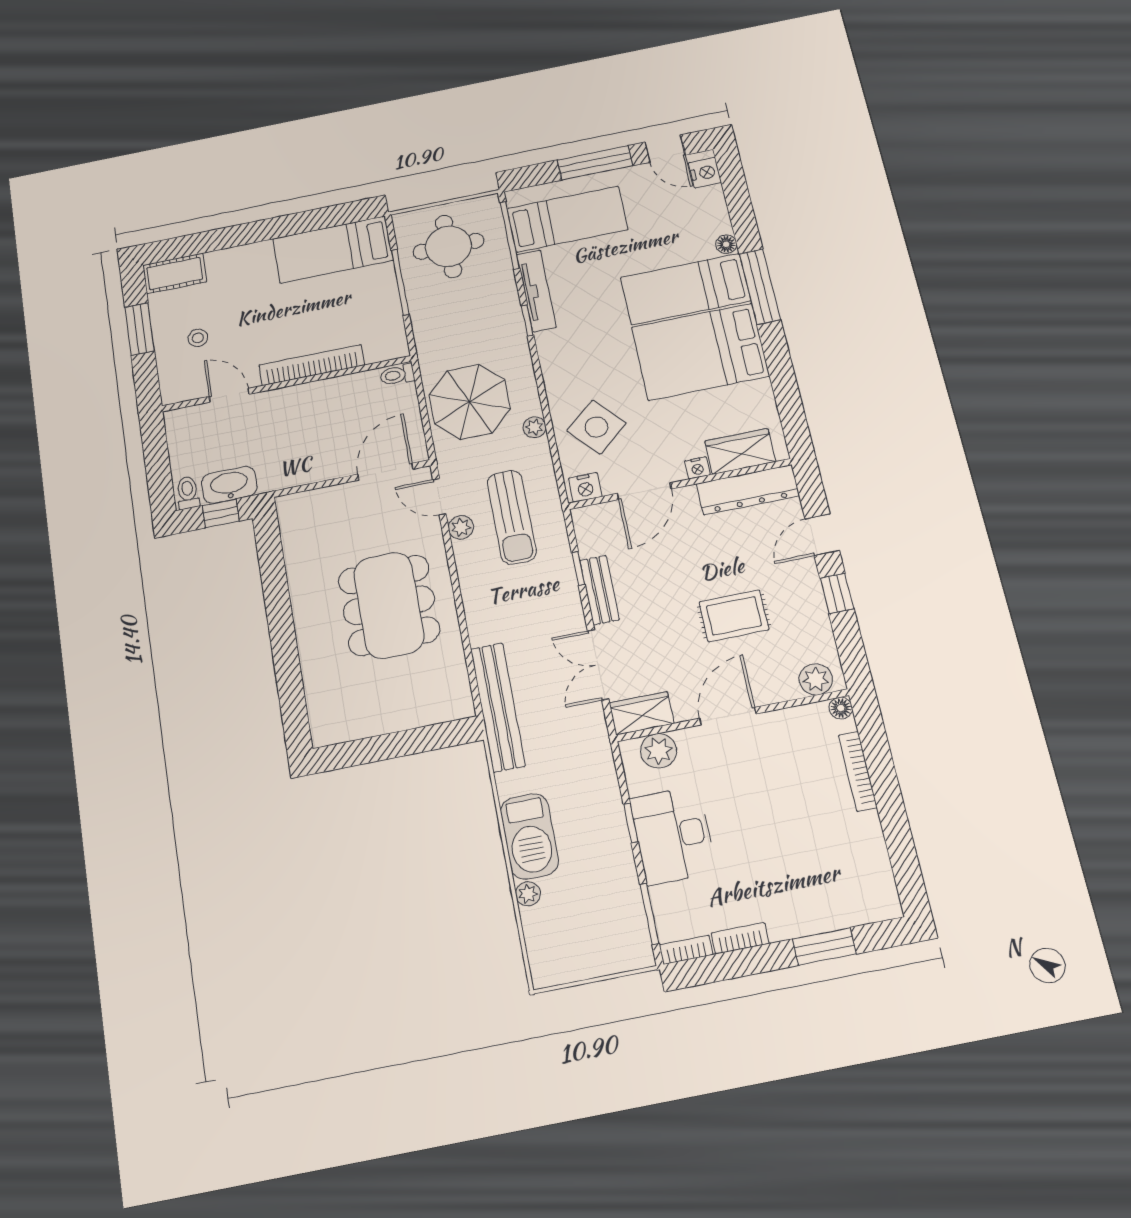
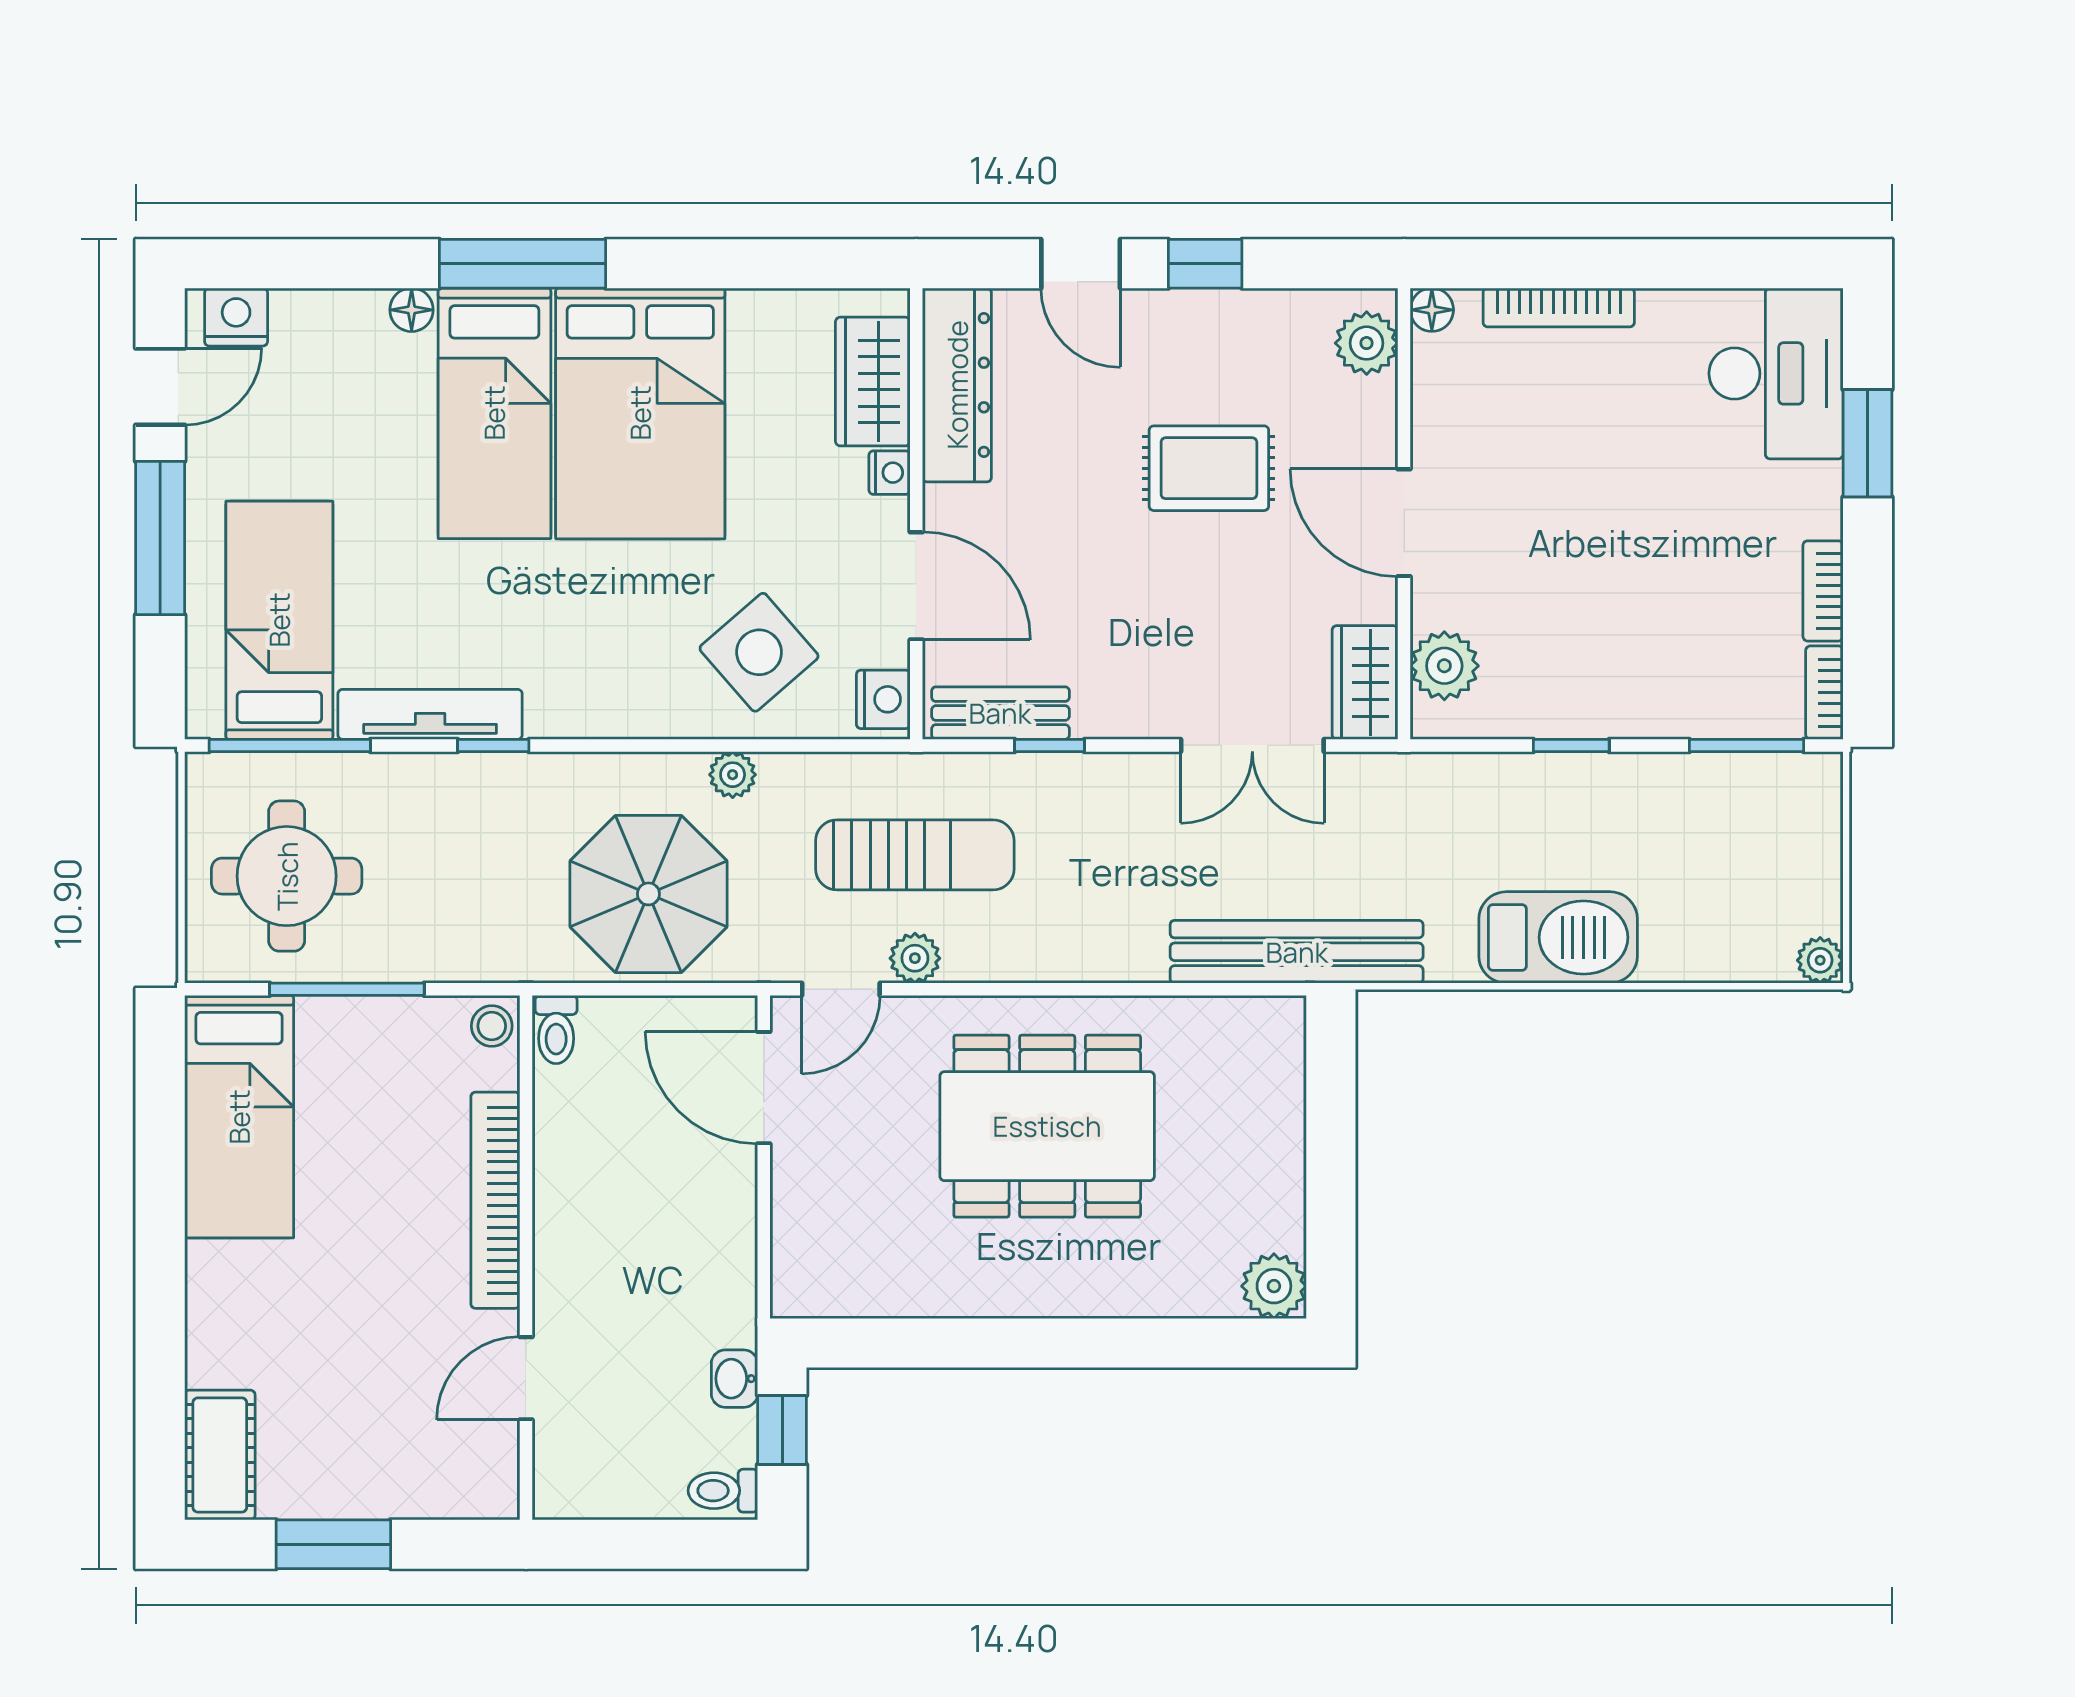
stool: (198, 338) -> (492, 1026), moved
washbasin: (229, 485) -> (735, 1379), width x0.52, depth x0.69
bench: (600, 590) -> (1000, 713), moved
rug: (734, 616) -> (1209, 468), turned 90
plant: (326, 730) -> (1274, 1286), added
desk: (673, 835) -> (1776, 373), moved, turned -90
plant: (528, 894) -> (1820, 960), moved

